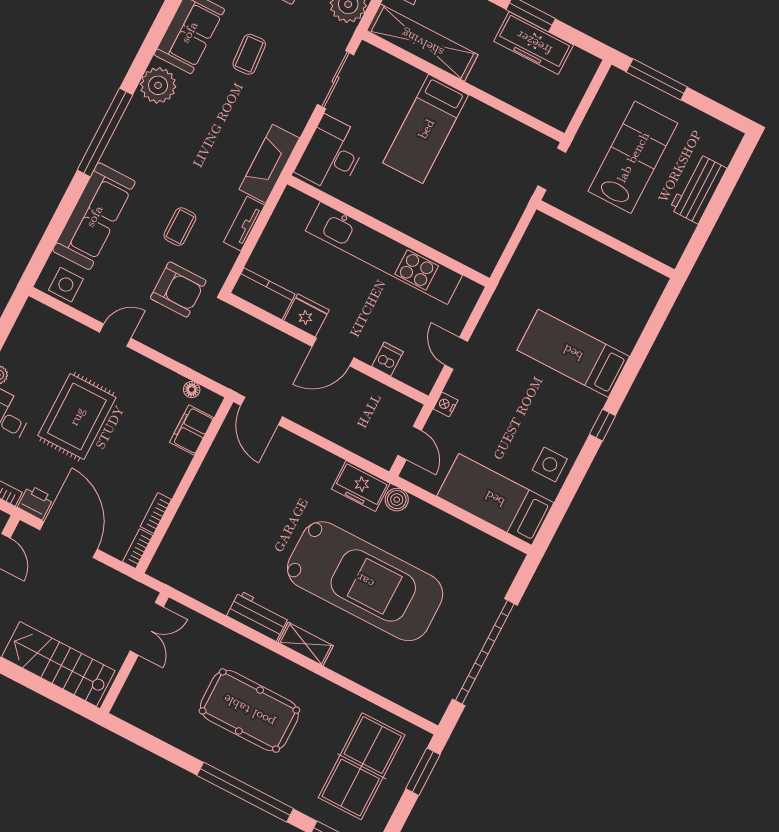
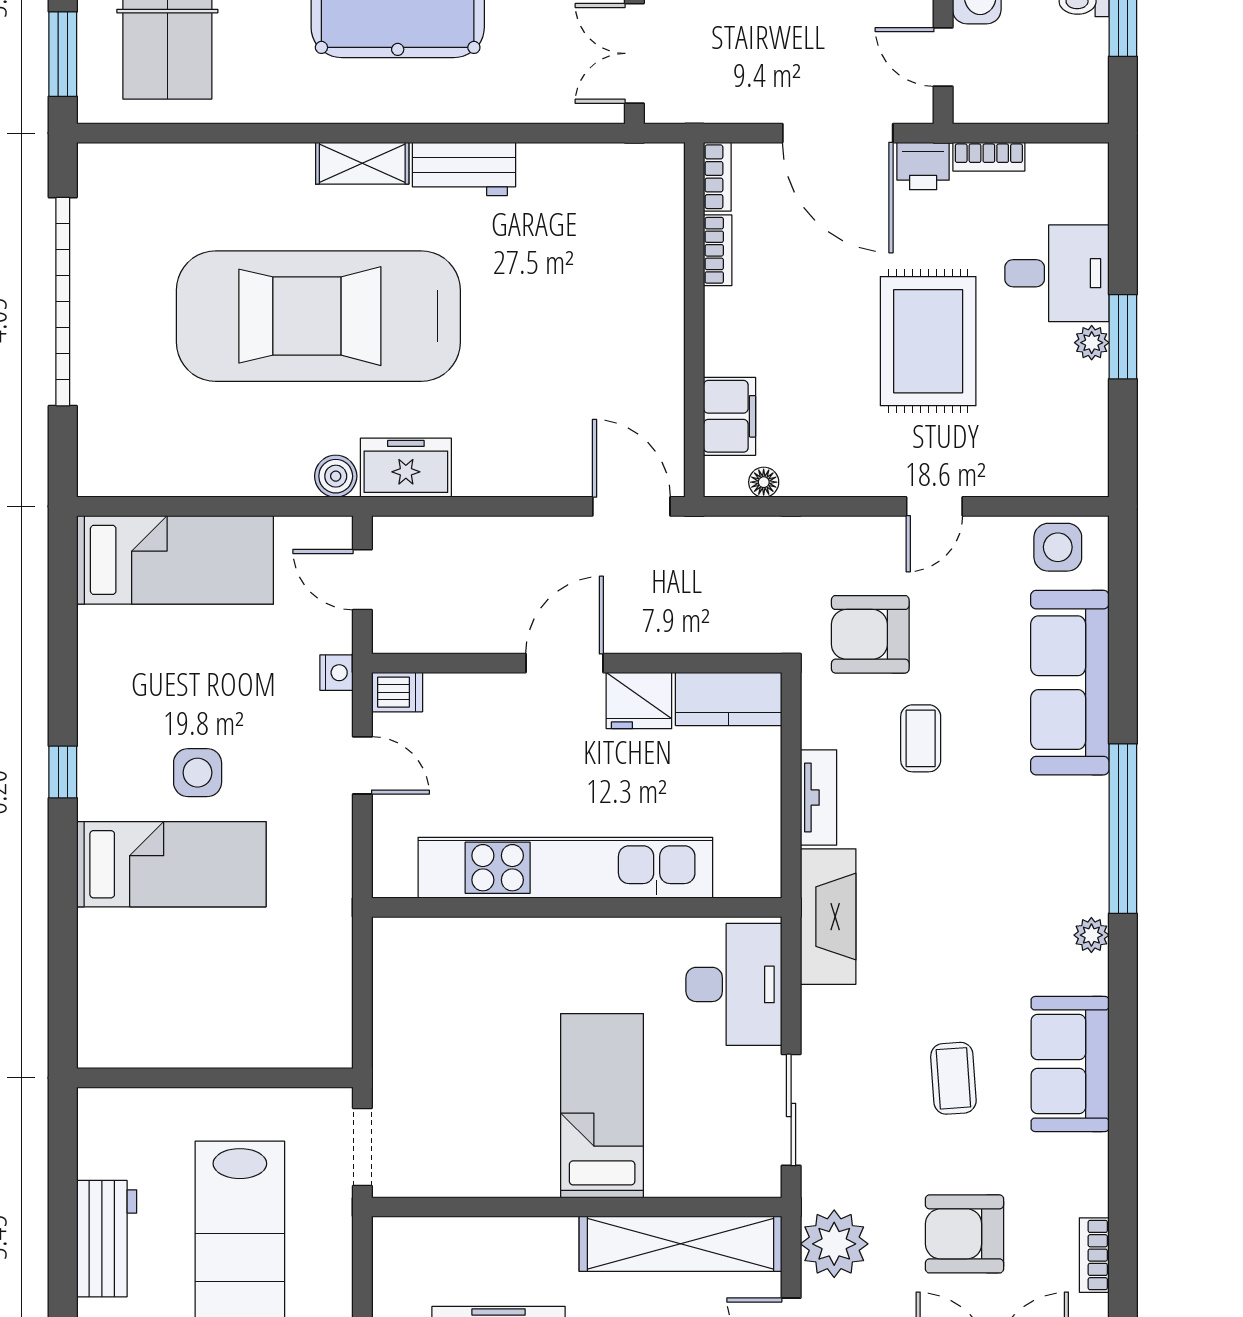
plant: (158, 85) -> (1091, 935), width x0.53, depth x0.53
dishwasher: (388, 359) -> (397, 692), moved, turned -90
side table: (550, 464) -> (198, 773), moved

